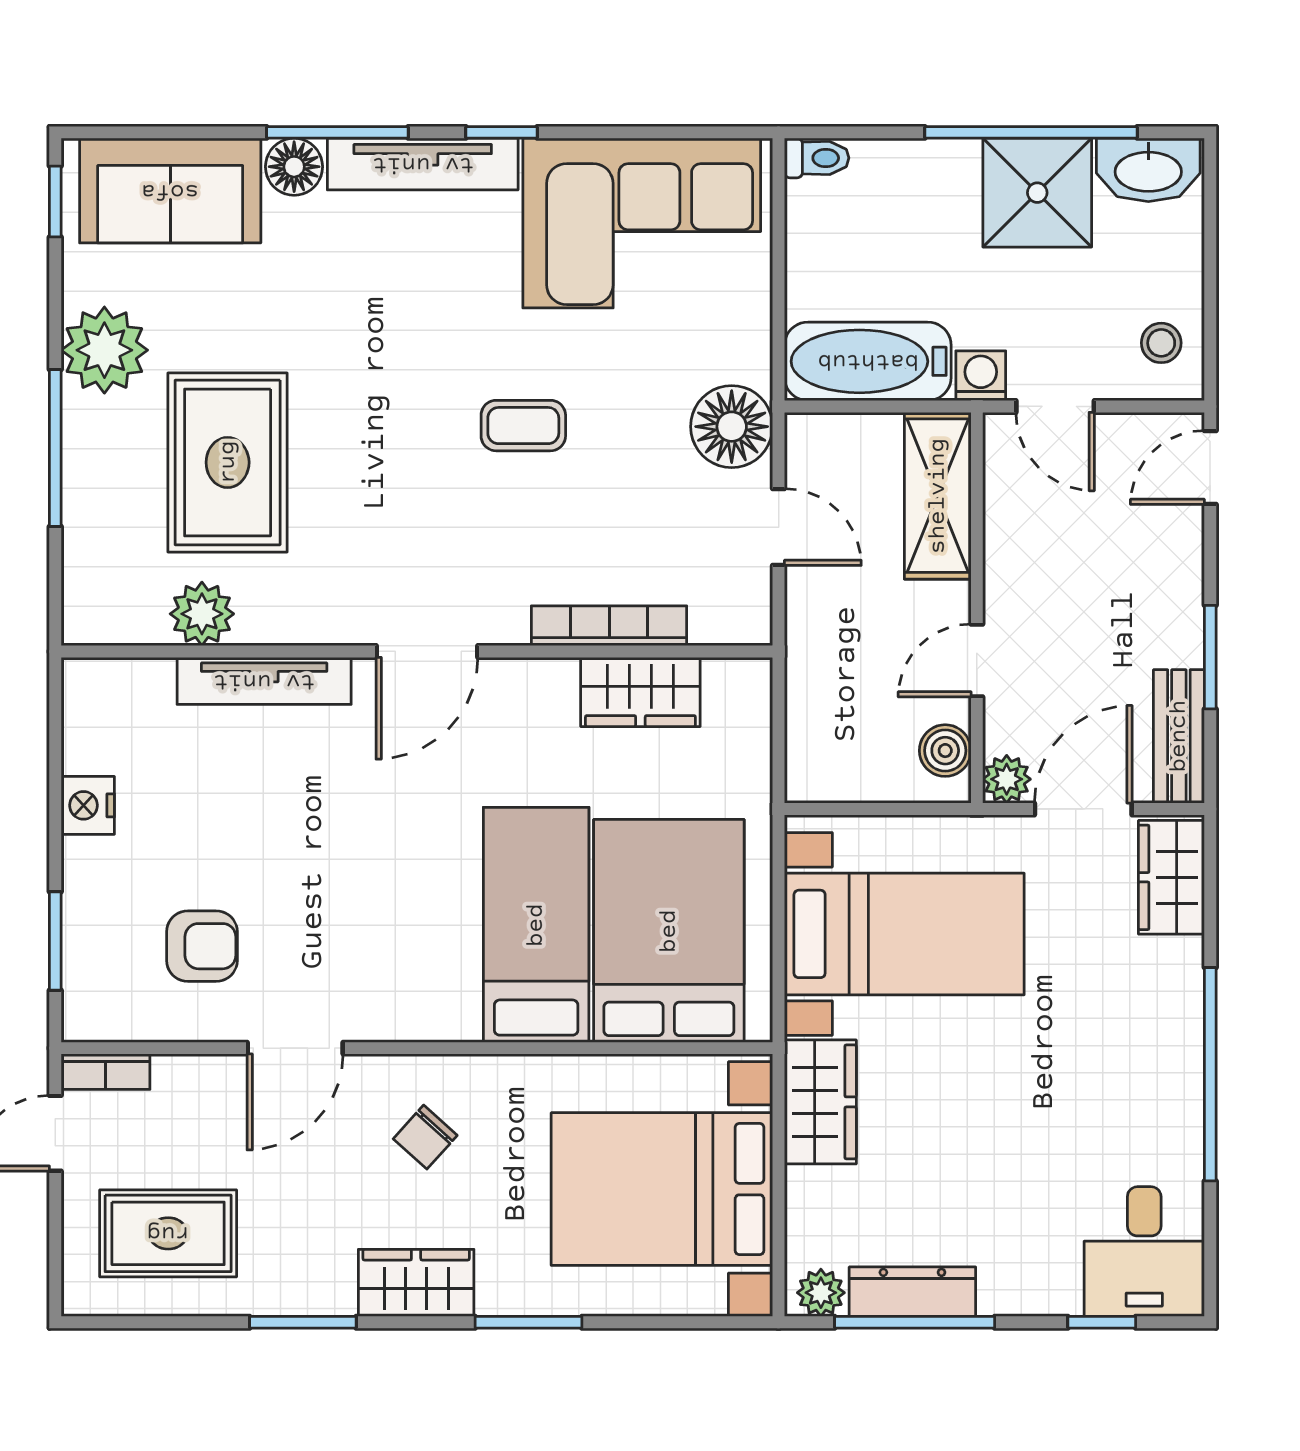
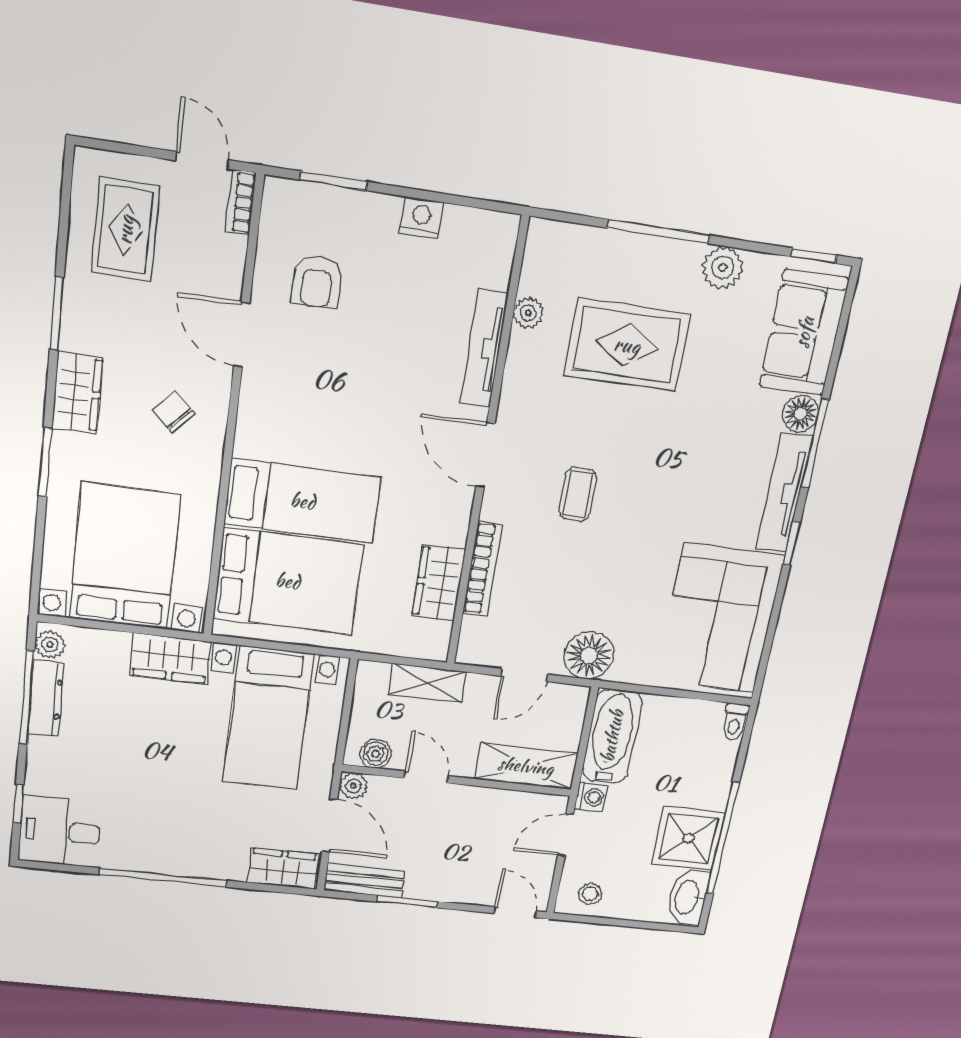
plant: (104, 350) -> (723, 268), width x0.73, depth x0.73
coffee table: (523, 426) -> (578, 494), moved
plant: (202, 614) -> (528, 313), width x0.73, depth x0.73
shelving: (812, 683) -> (428, 683), added

